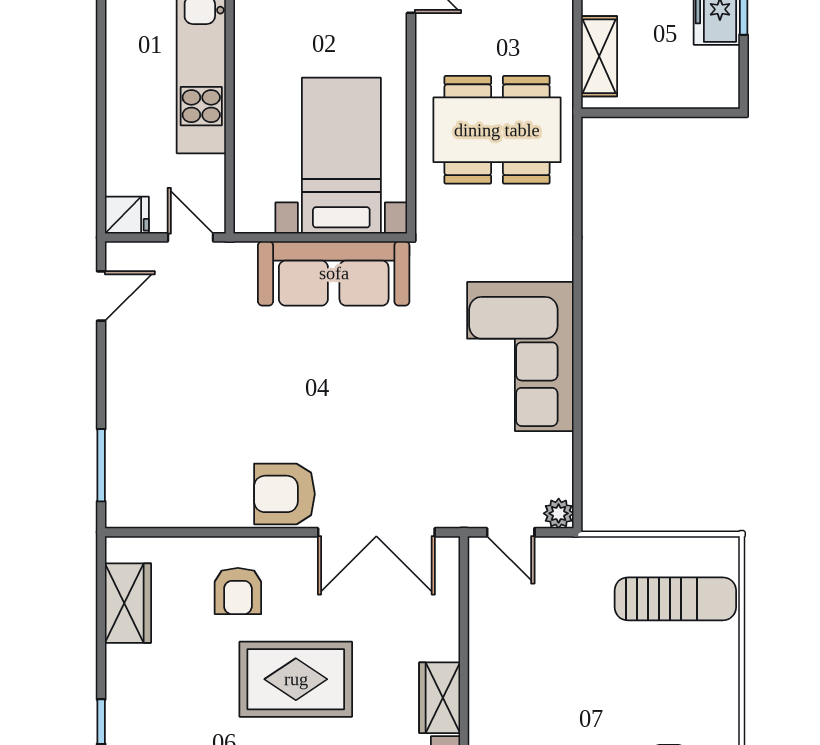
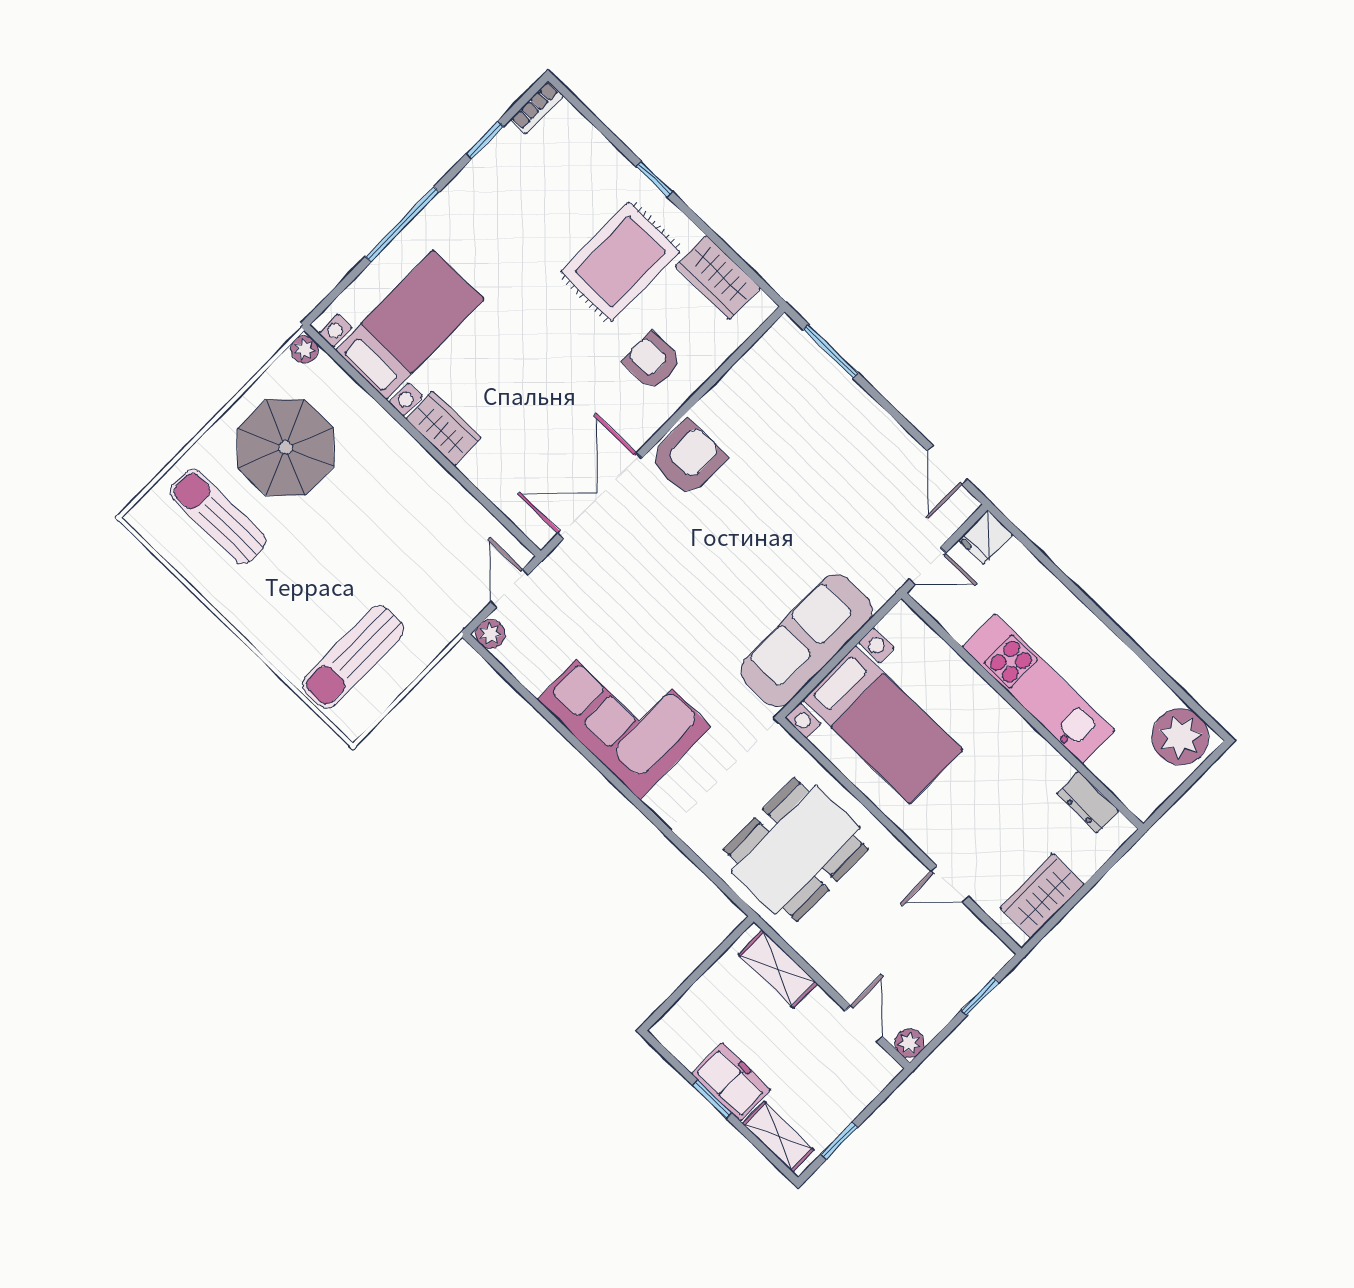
door: (511, 532) -> (510, 588), hinge flipped
rug: (296, 679) -> (620, 262), moved

